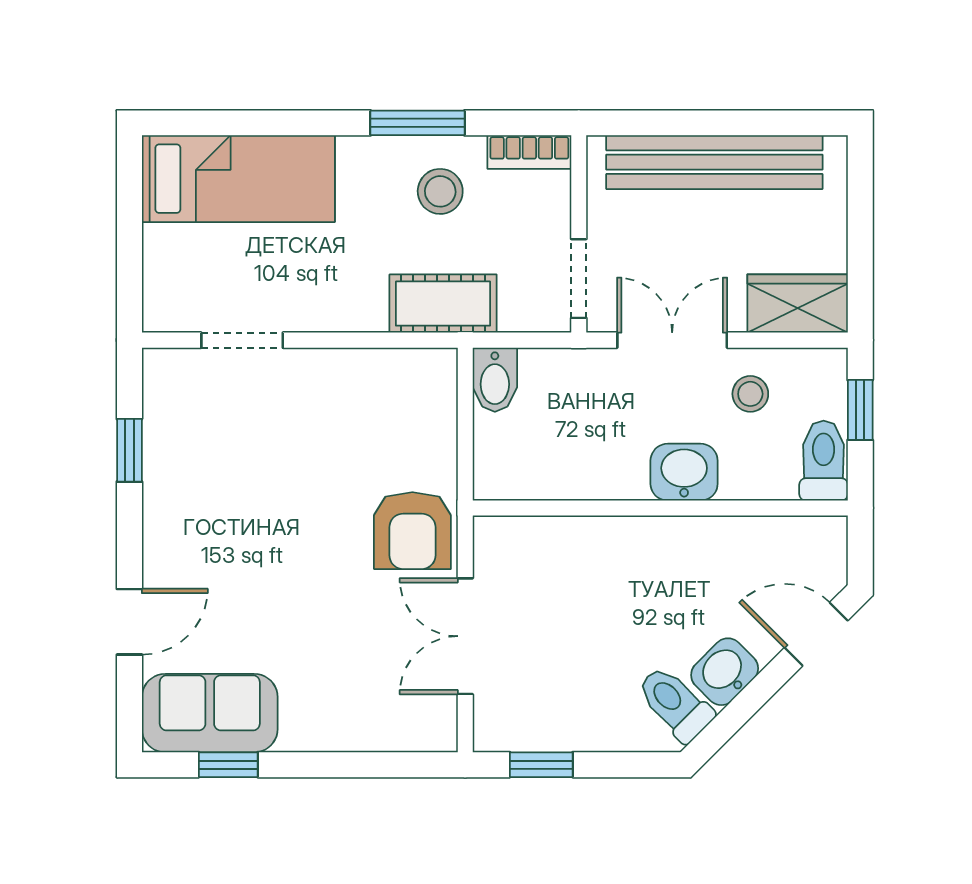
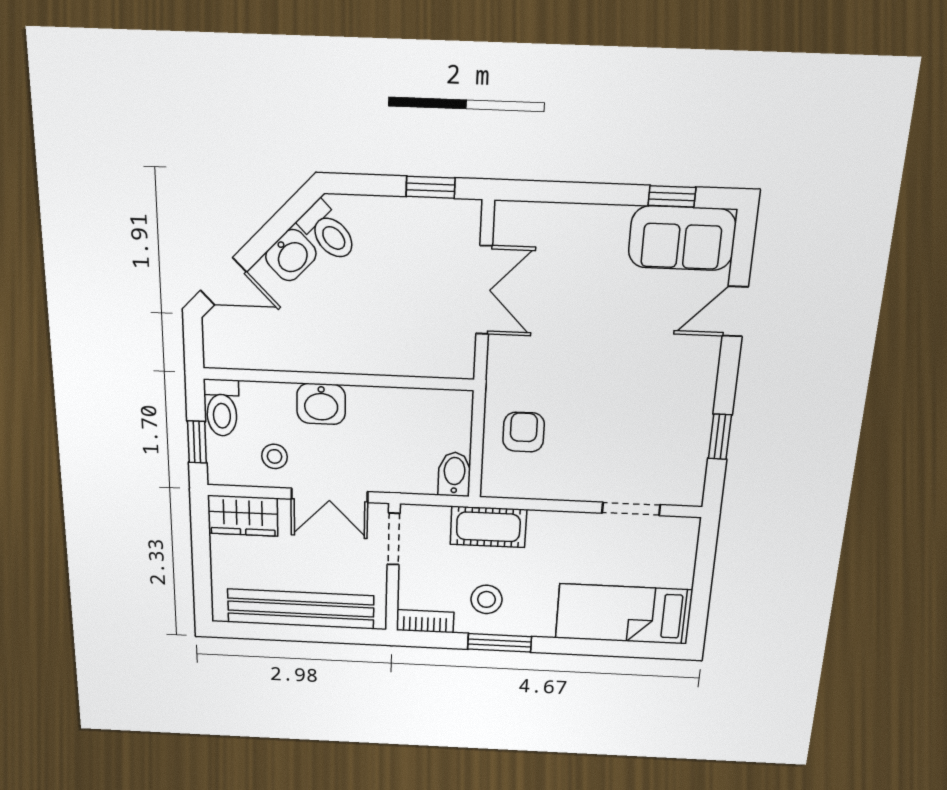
armchair: (412, 531) -> (524, 432), moved, width x0.72, depth x0.72

